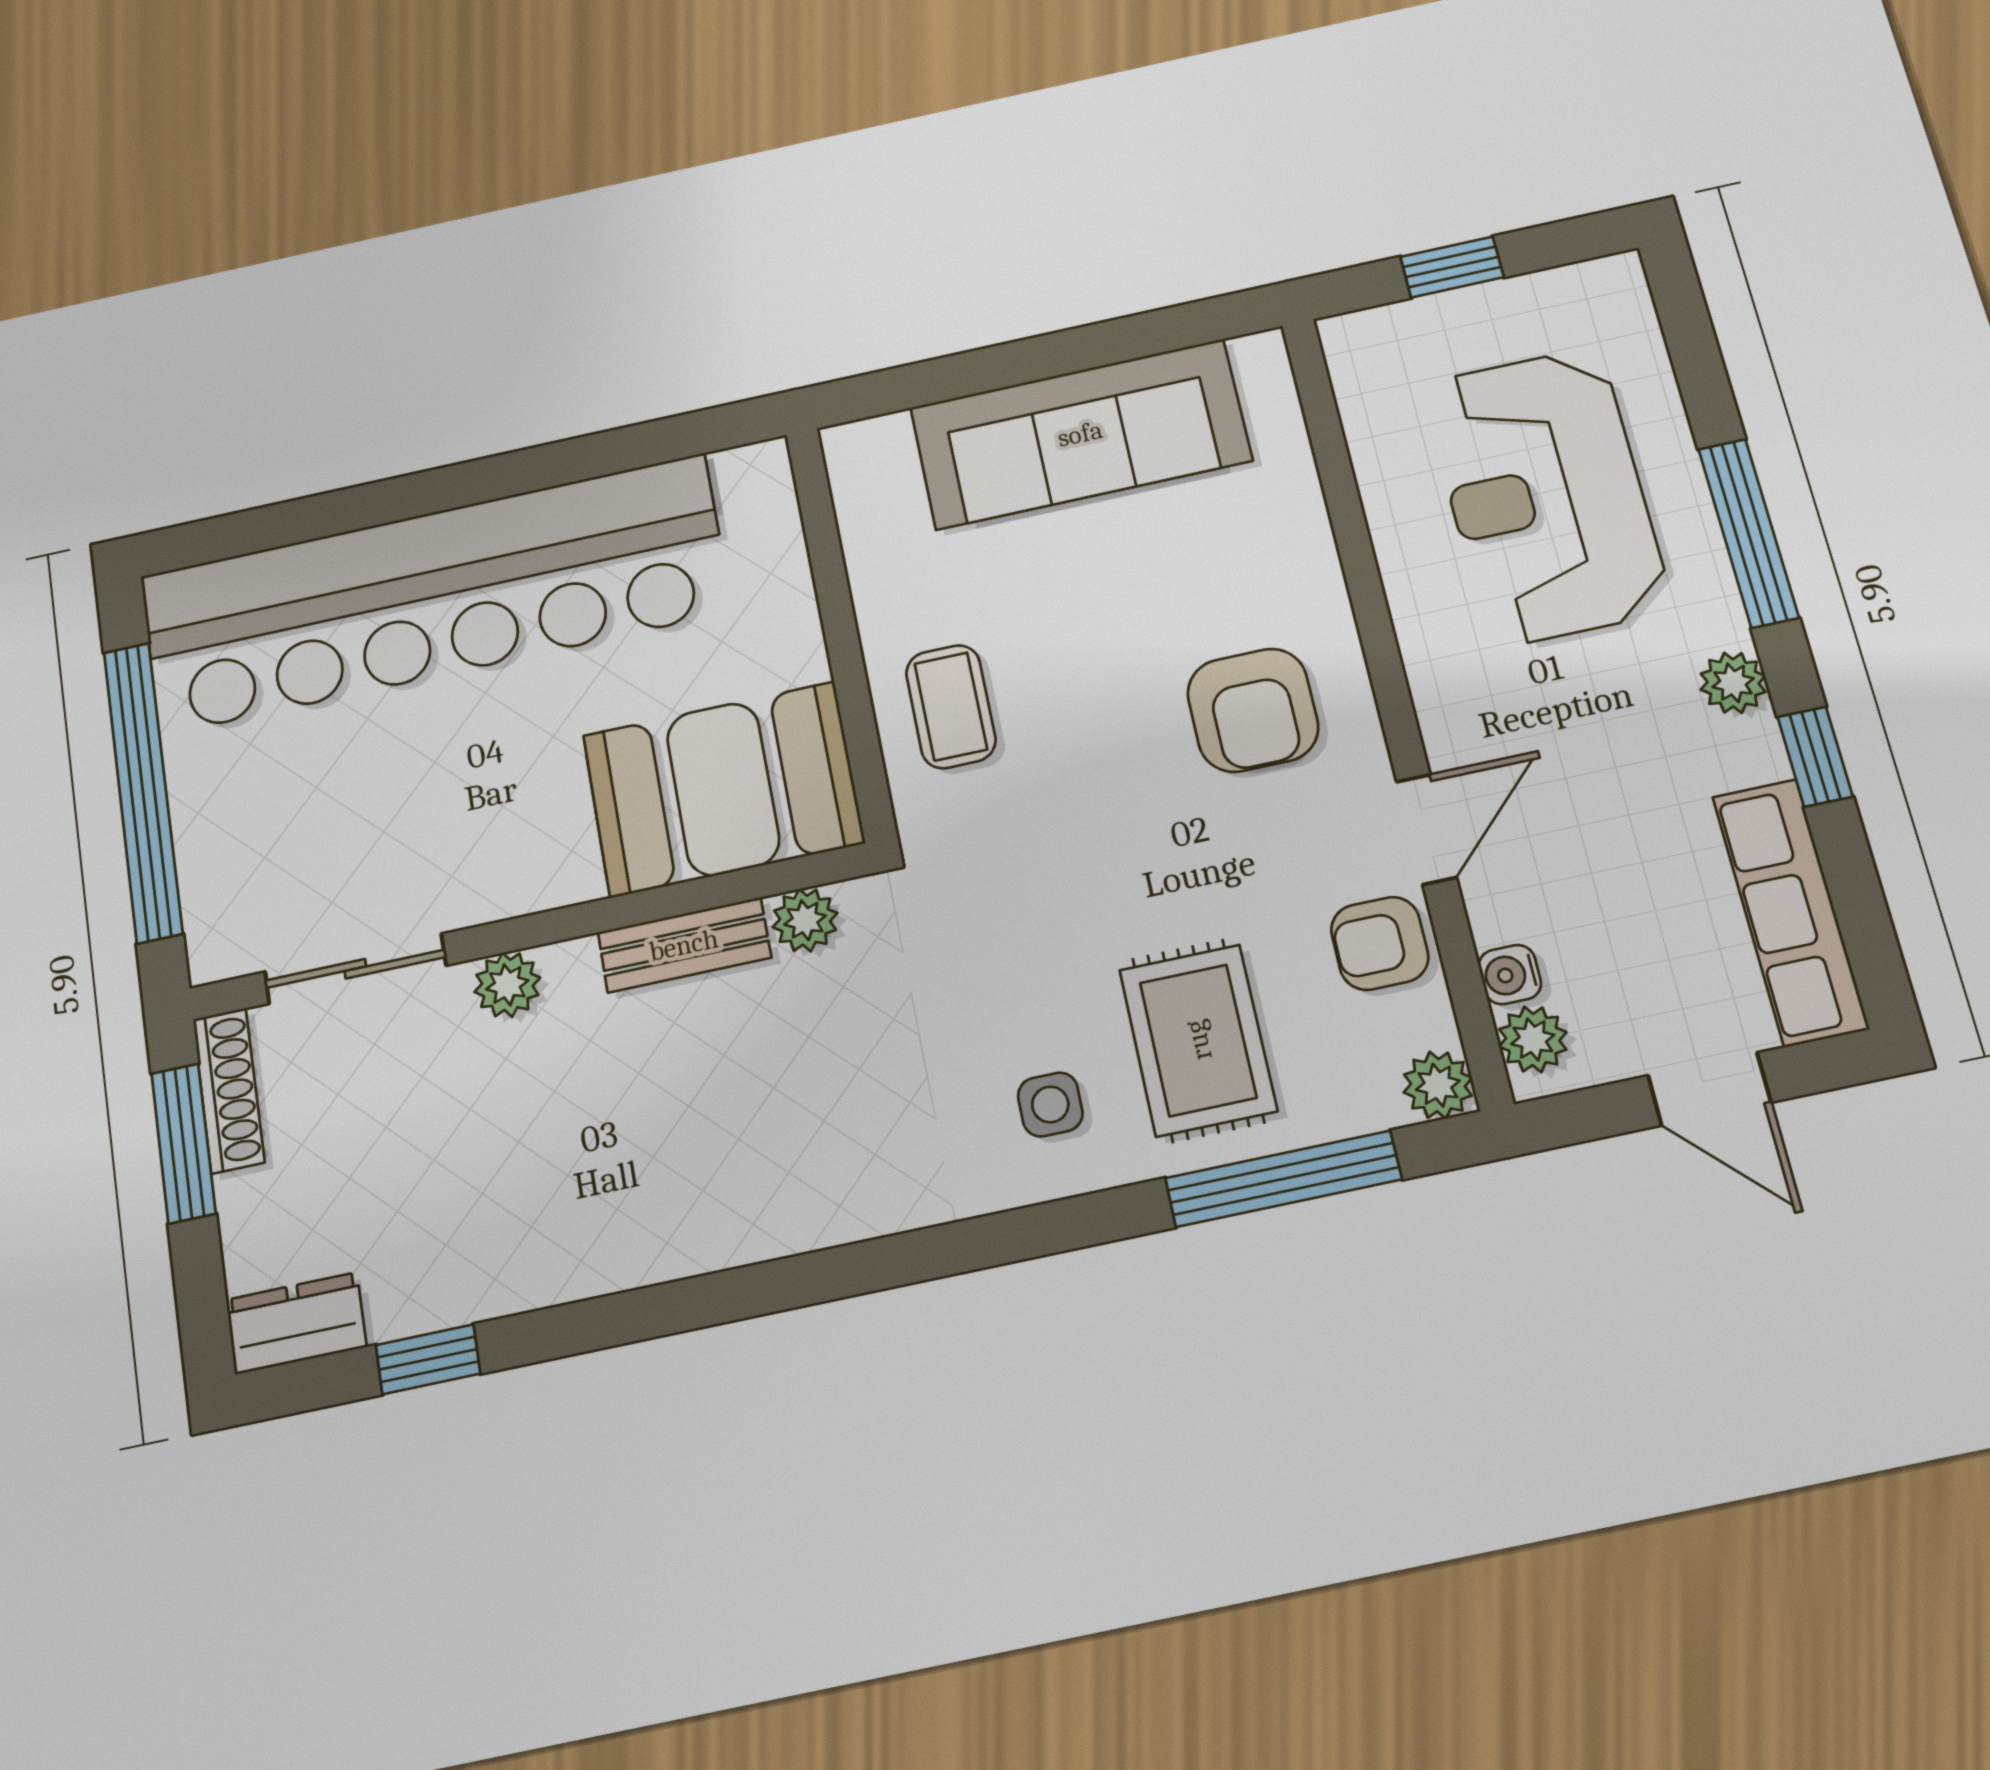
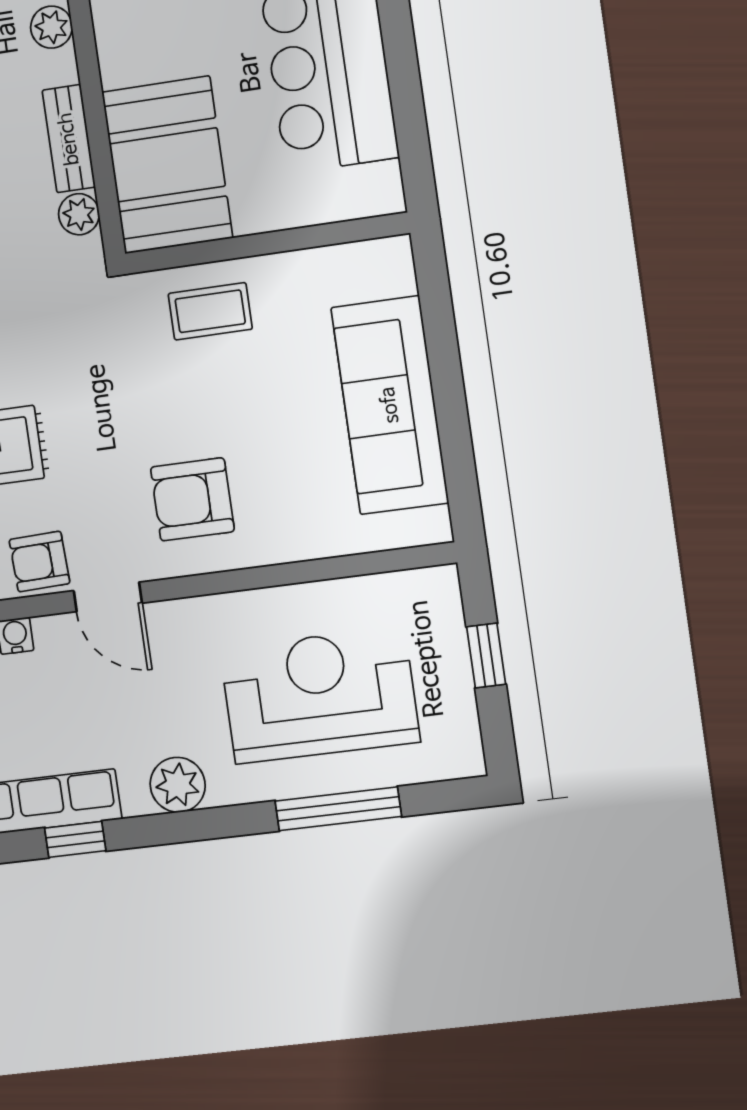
window: (1748, 533) -> (338, 809), moved
plant: (1733, 683) -> (178, 785), width x1.38, depth x1.38
window: (1815, 757) -> (75, 839), moved
armchair: (1380, 943) -> (39, 562), turned -92

